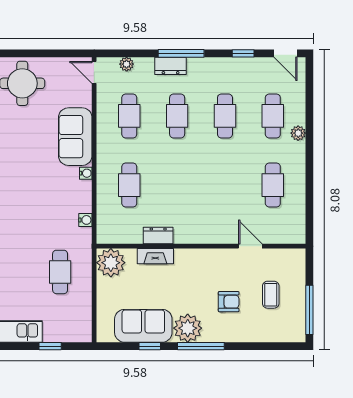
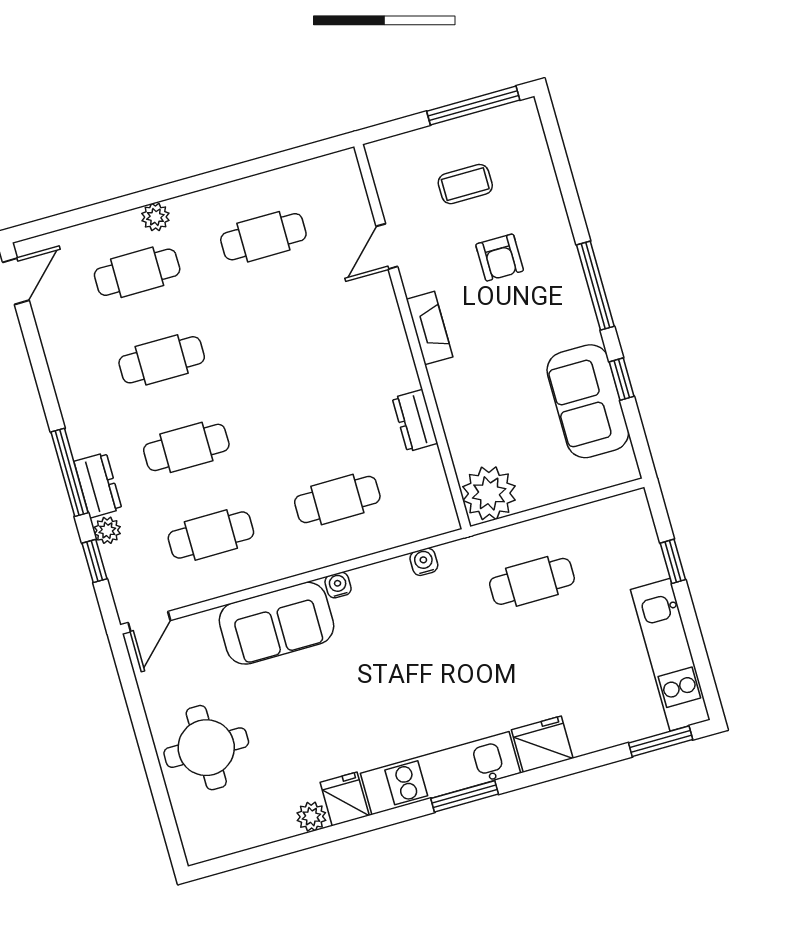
window: (243, 53) -> (94, 561), moved
plant: (127, 64) -> (107, 530), moved
fireplace: (155, 256) -> (429, 328), moved
armchair: (229, 302) -> (500, 258), turned 180
plant: (188, 328) -> (569, 319), removed

